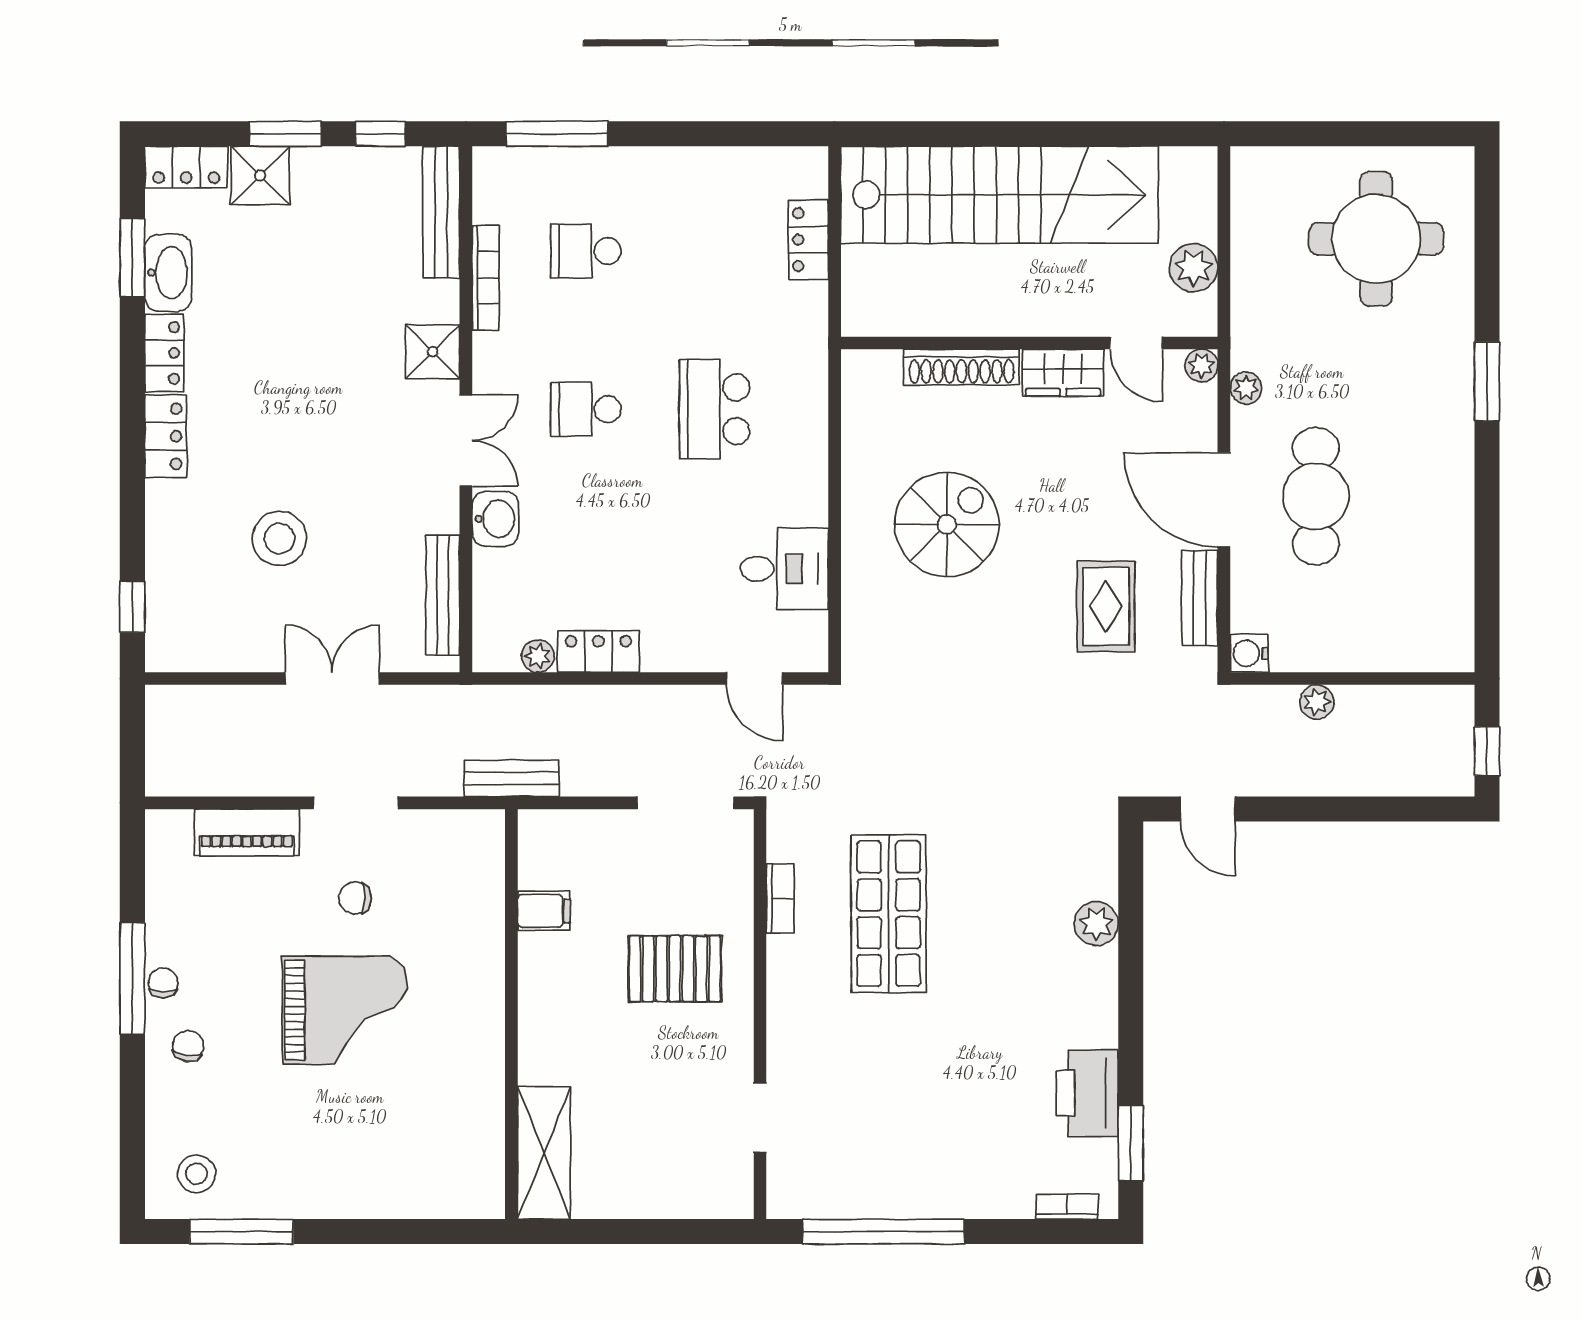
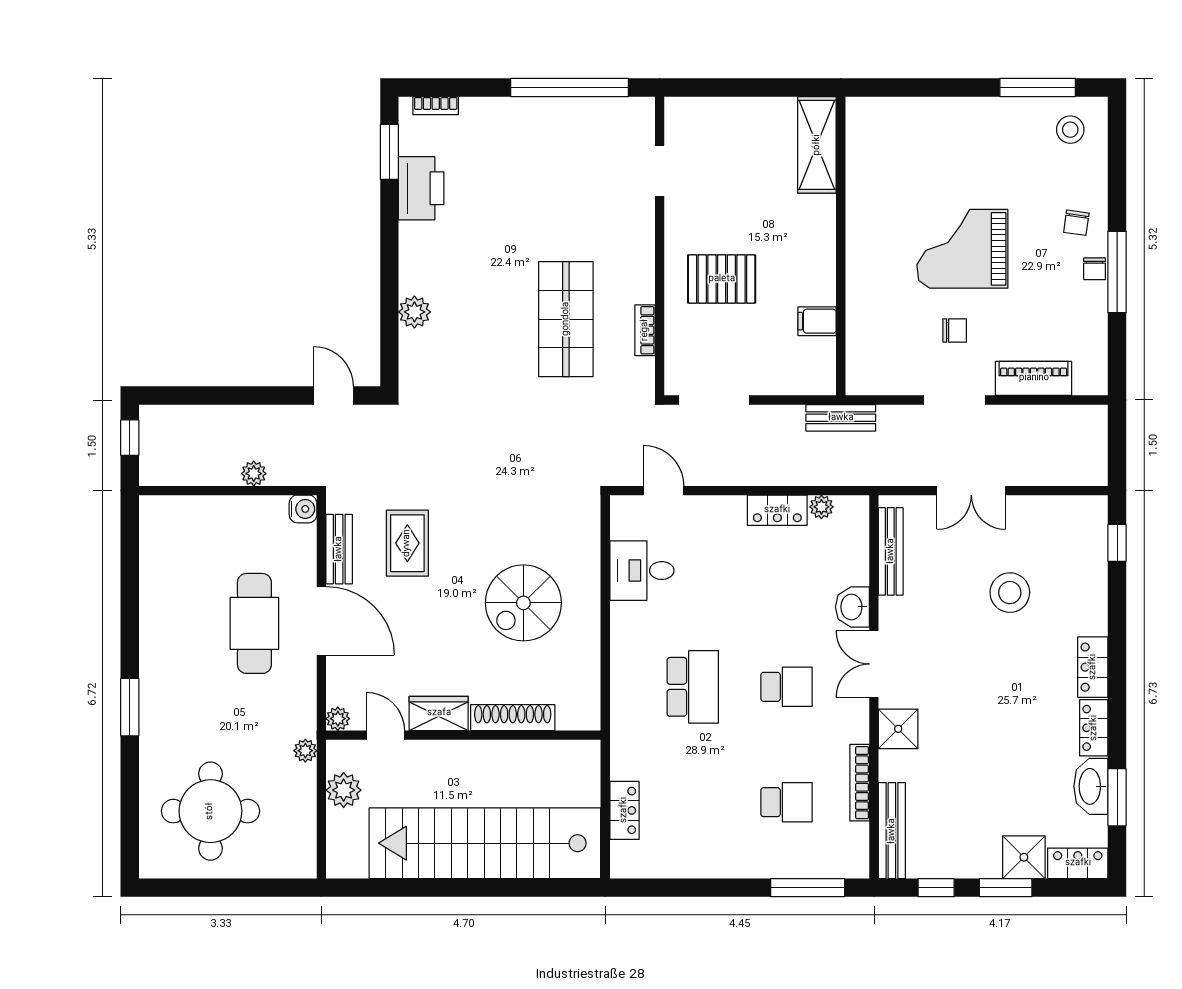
plant: (1246, 388) -> (305, 751), moved

